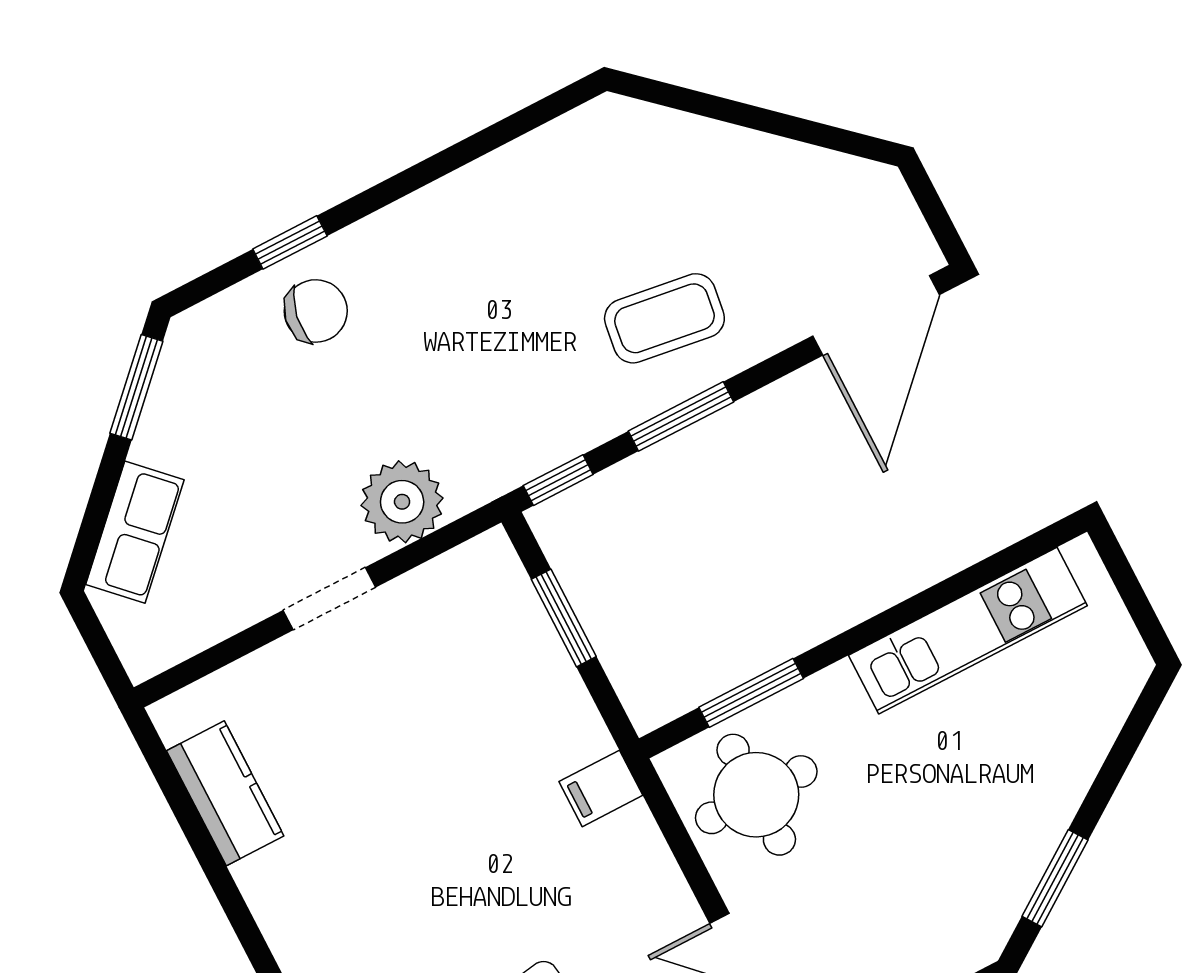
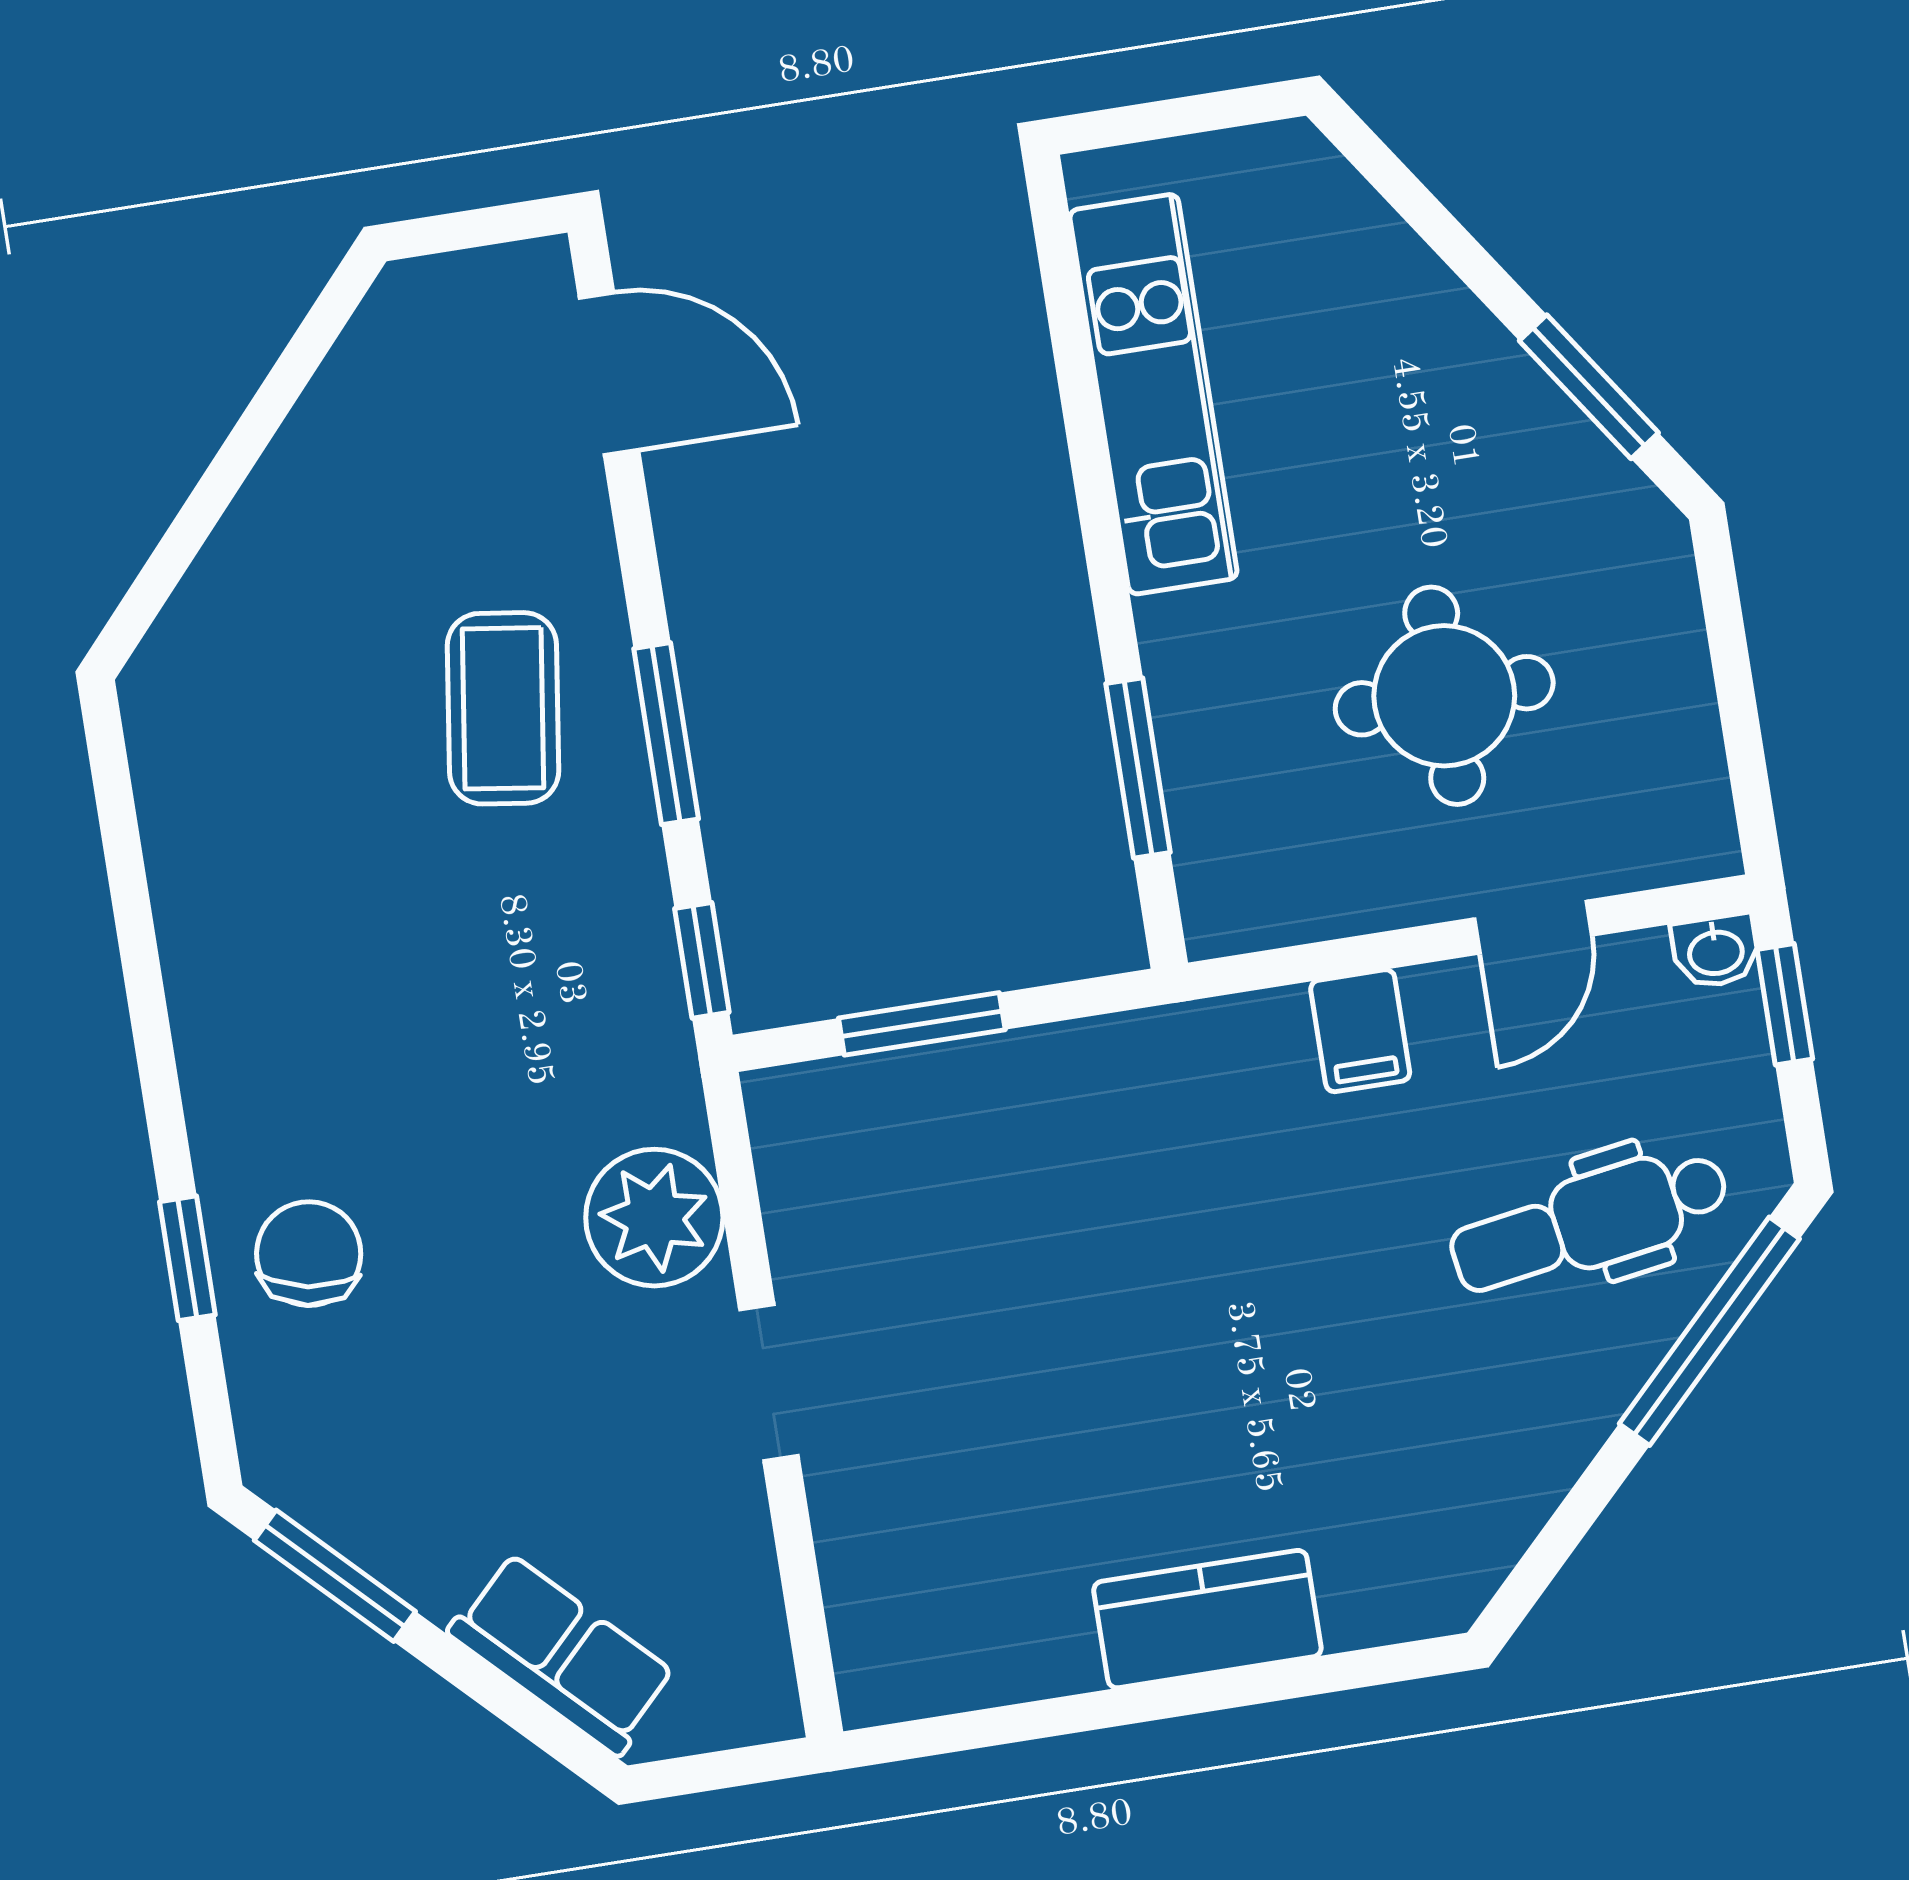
door: (876, 315) -> (609, 374), width x0.73
filing cabinet: (601, 788) -> (1360, 1031), moved
kitchen counter: (225, 793) -> (1207, 1619), moved
round table: (756, 795) -> (1444, 696), moved

